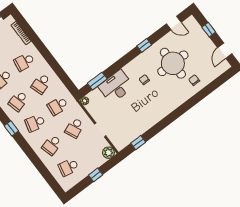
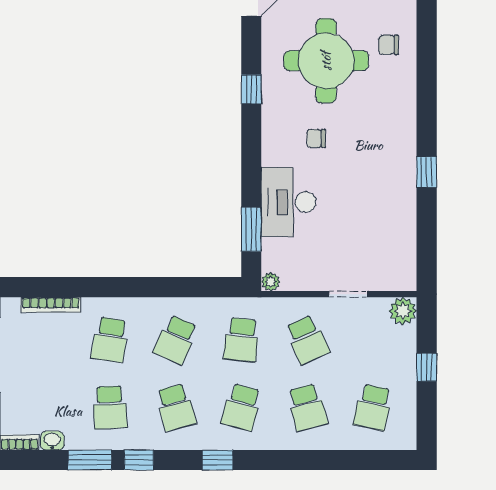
school desk: (41, 84) -> (176, 340), turned 42
window: (138, 143) -> (427, 172), moved

